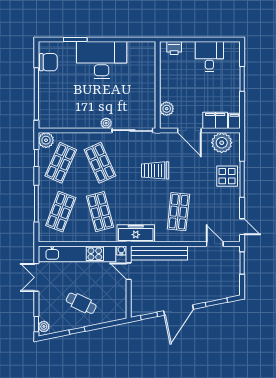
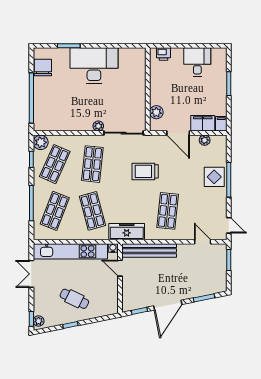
chair: (48, 62) -> (43, 68), turned -90
plant: (222, 143) -> (205, 140), width x0.53, depth x0.53
shop shelf: (100, 163) -> (92, 164), turned 30

